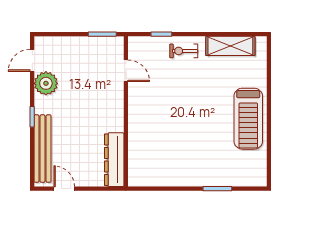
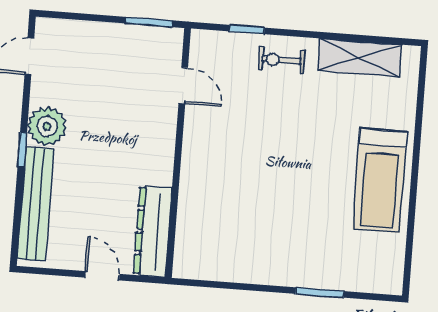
plant: (46, 83) -> (47, 126), moved
door: (64, 189) -> (102, 276), moved

